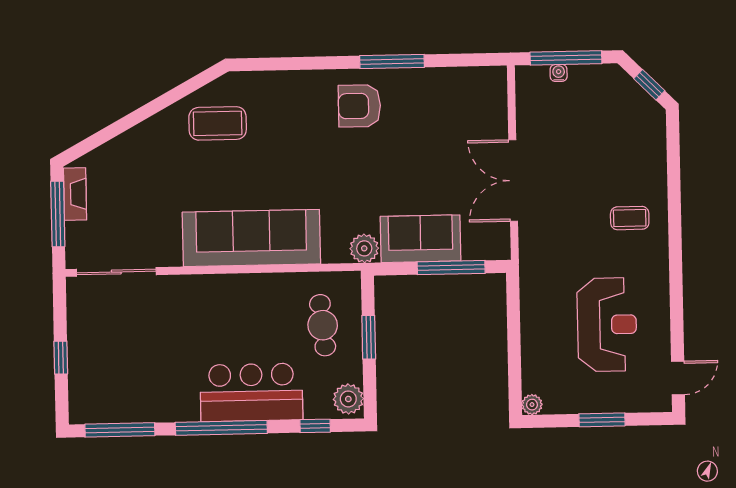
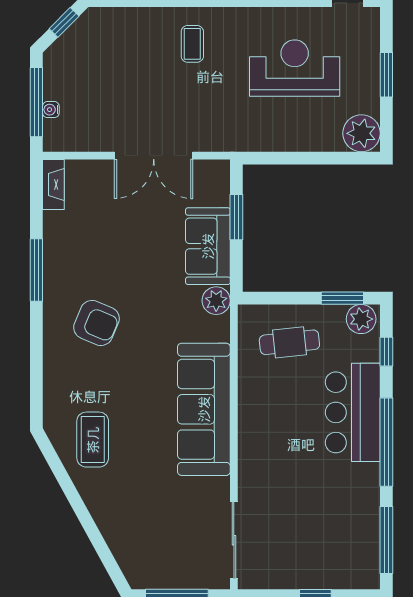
armchair: (359, 106) -> (96, 323), moved, turned -67
fireplace: (75, 194) -> (53, 185), moved, turned 90
window: (451, 268) -> (236, 217), width x0.69
window: (369, 337) -> (342, 298), moved
plant: (532, 405) -> (362, 133), width x1.88, depth x1.88

